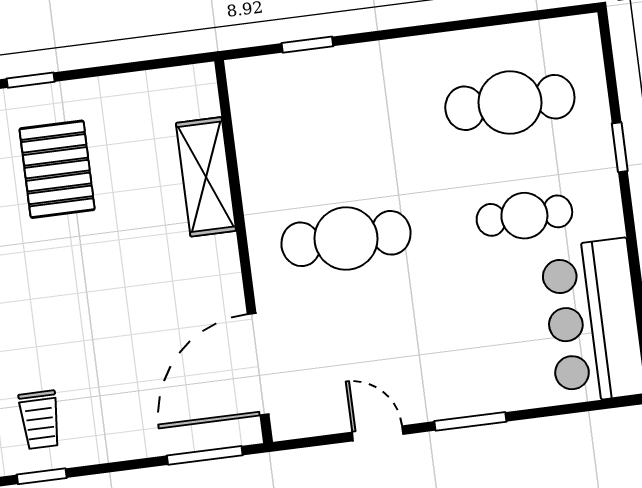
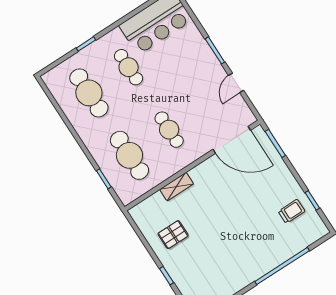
cafe table: (332, 125) -> (129, 155), added
pallet: (57, 169) -> (173, 235), moved, width x0.67, depth x0.71
shelving: (206, 177) -> (177, 187), width x0.67, depth x0.75
cafe table: (346, 239) -> (169, 130), width x0.73, depth x0.74

